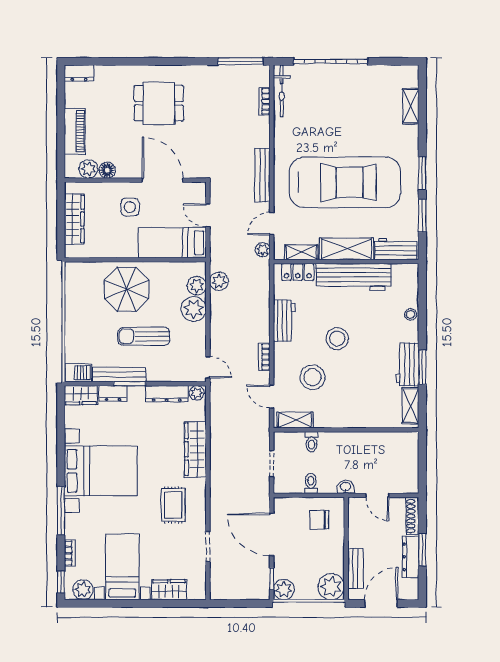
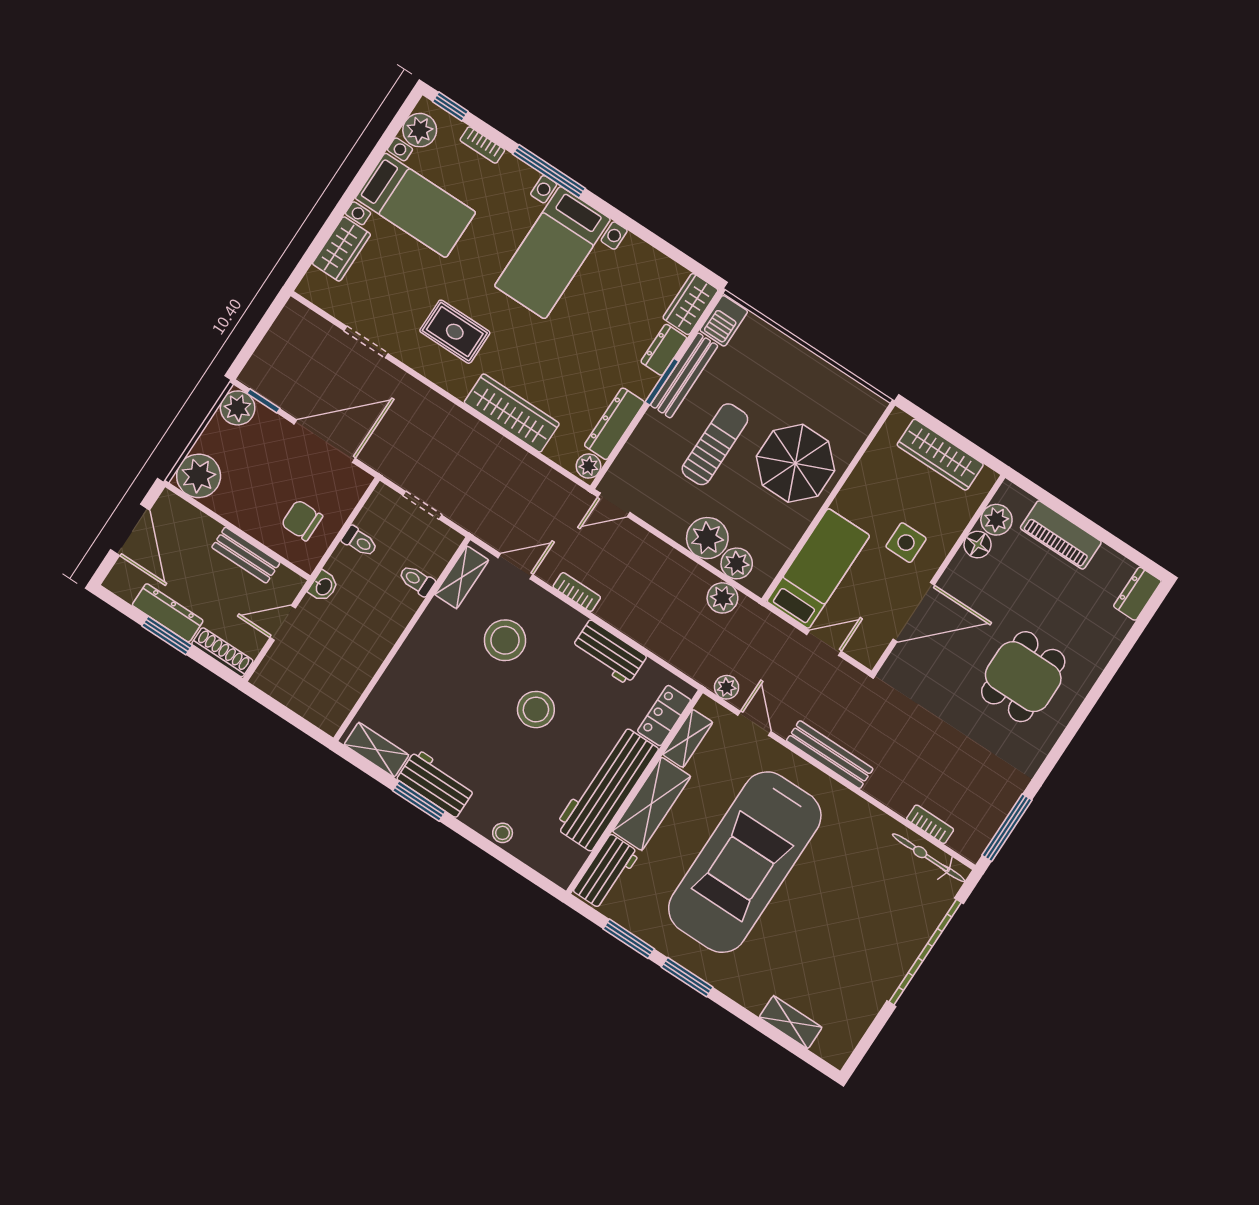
bed with nightstands: (101, 471) -> (552, 253), width x0.73
chair: (319, 520) -> (302, 520), turned -90
bench: (355, 568) -> (246, 555), moved

